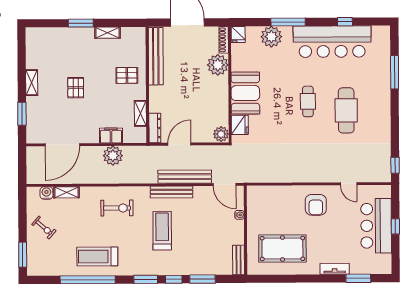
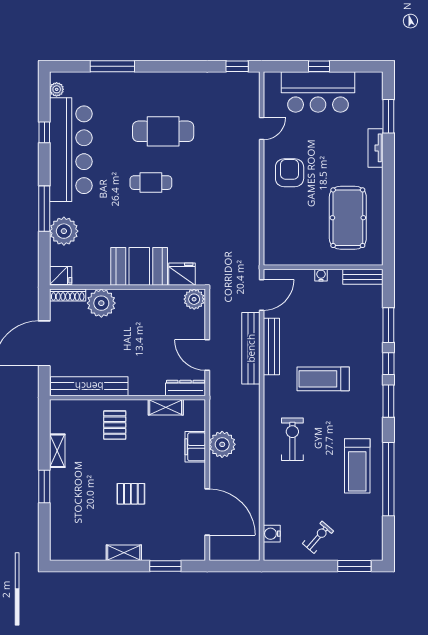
plant: (377, 31) -> (57, 89), added
shelving: (66, 192) -> (271, 507), removed
bench: (172, 192) -> (271, 347), moved
armchair: (316, 205) -> (290, 173), turned -90
water cooler: (239, 215) -> (321, 275), moved

